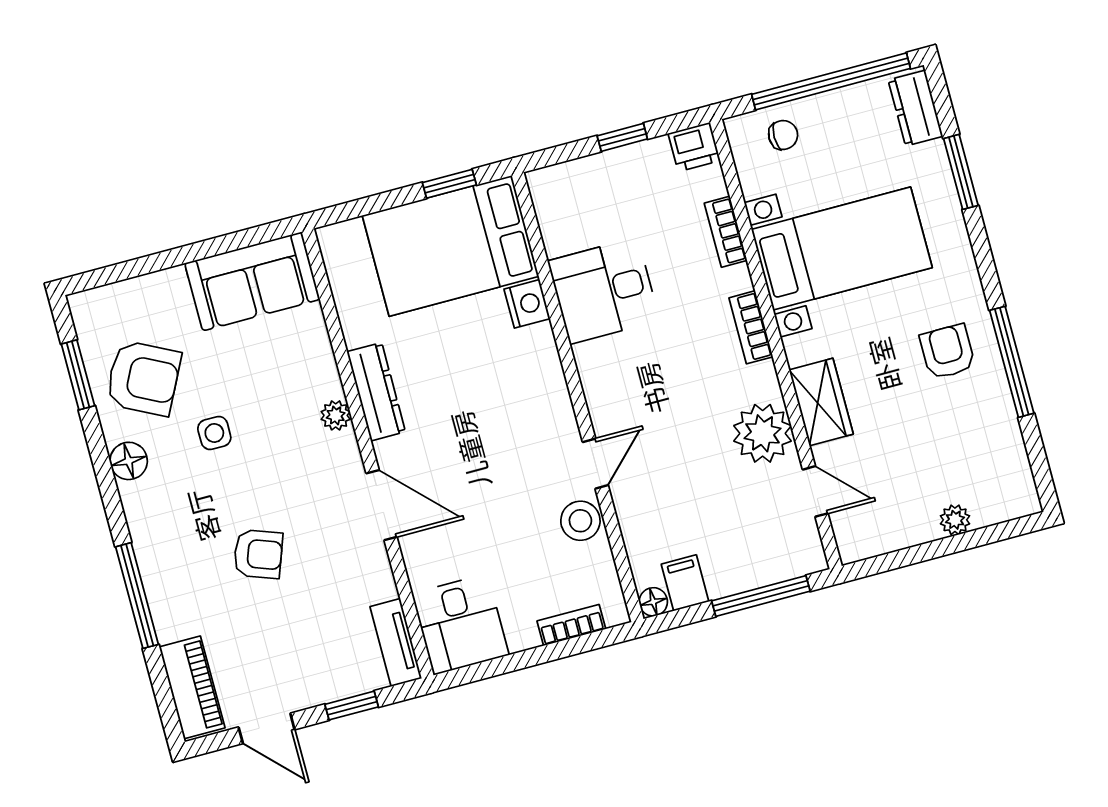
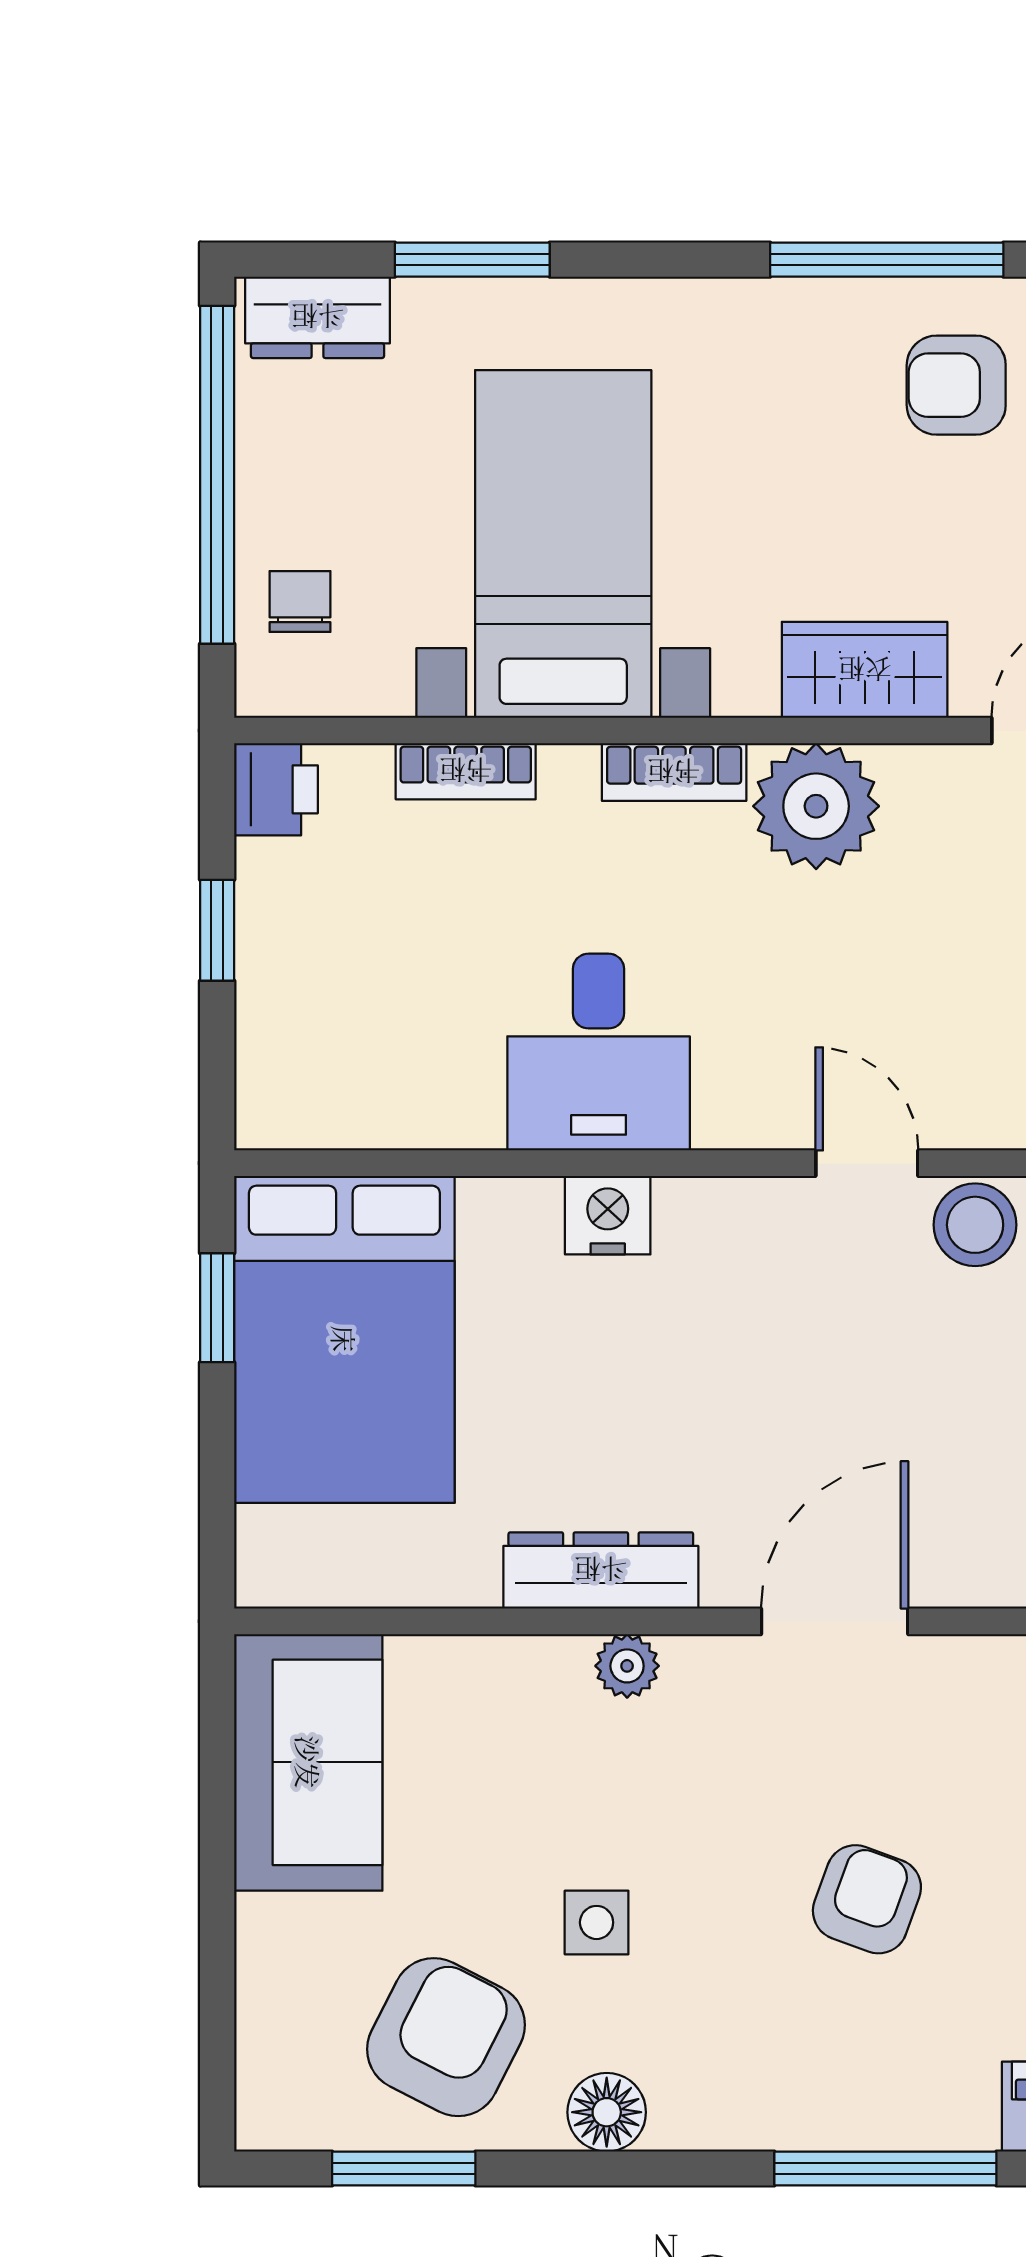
desk: (604, 291) -> (599, 1052), moved
nightstand: (527, 304) -> (608, 1215), moved
armchair: (947, 352) -> (956, 385), moved
plant: (763, 433) -> (816, 806), moved

